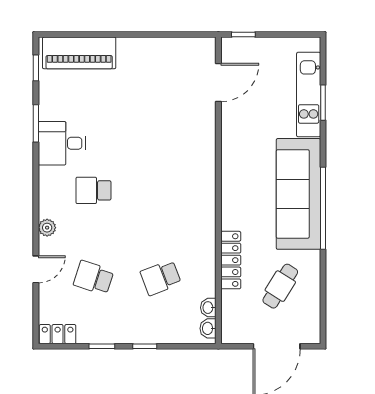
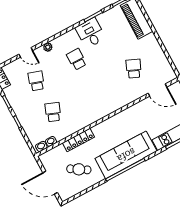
school desk: (161, 103) -> (134, 69), added
school desk: (161, 278) -> (53, 112), turned 42

